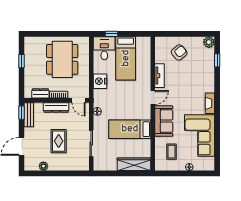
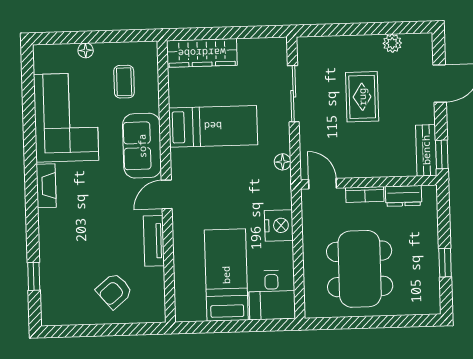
window: (112, 34) -> (257, 325), removed
plant: (209, 42) -> (52, 314), removed
dresser: (56, 107) -> (370, 167), removed

